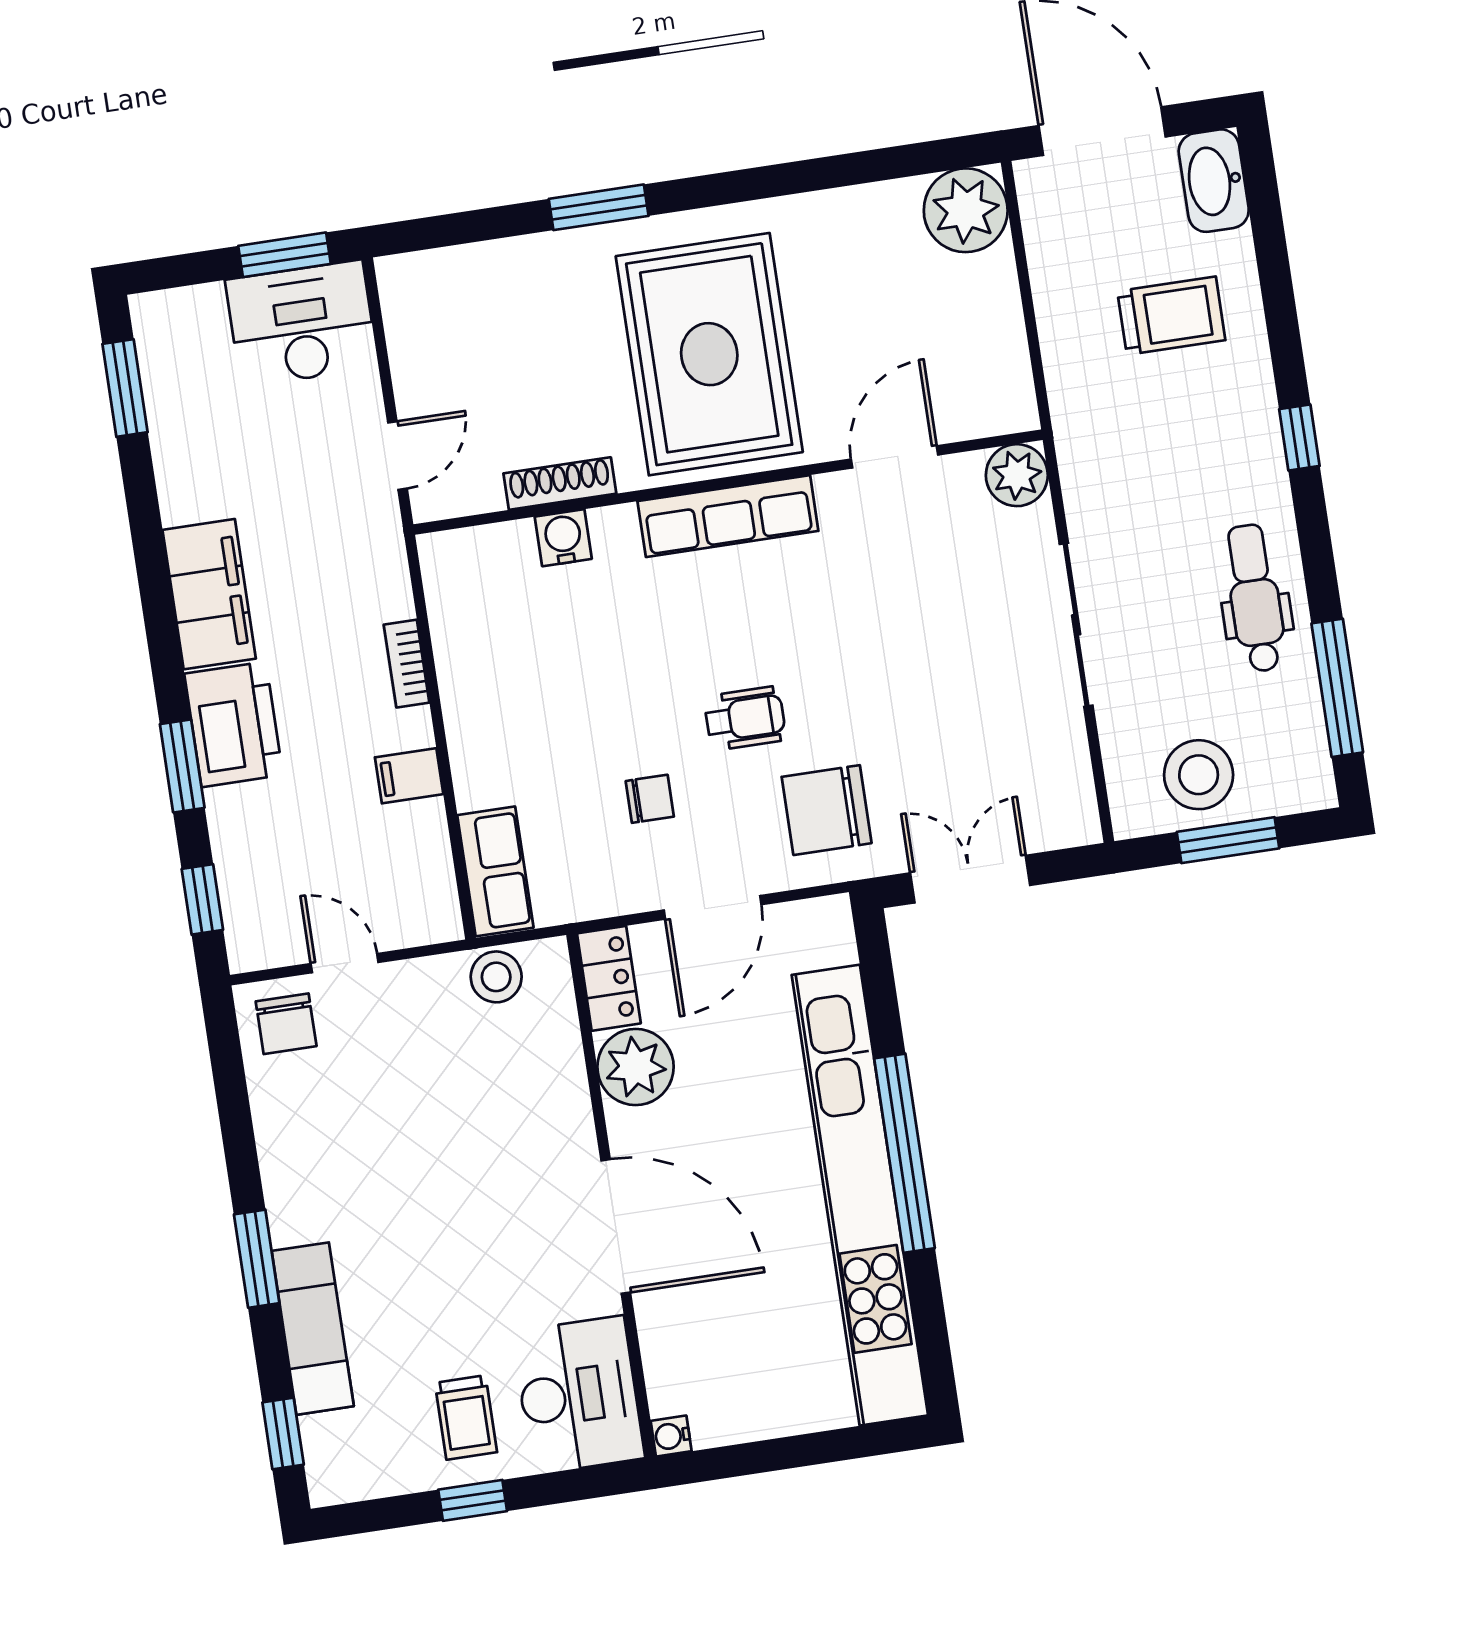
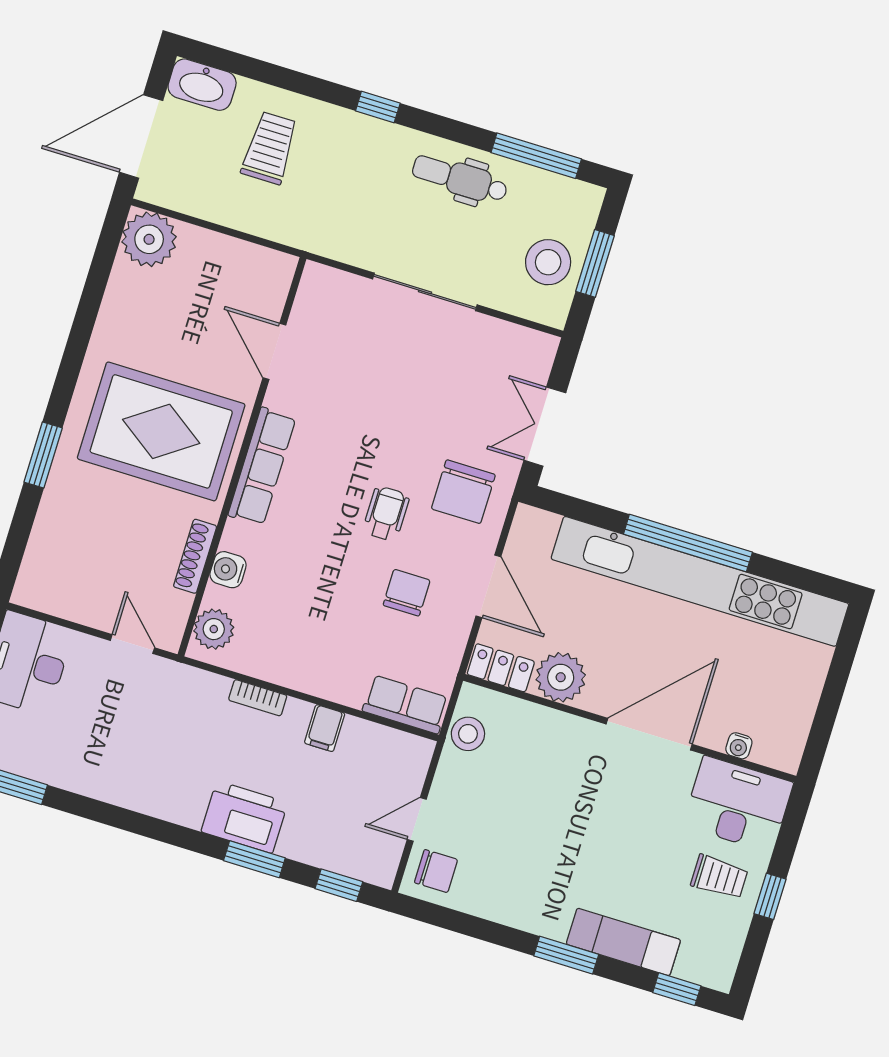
plant: (1017, 475) -> (214, 629), moved
filing cabinet: (209, 594) -> (161, 794), removed
chair: (650, 799) -> (407, 593), width x1.37, depth x1.37
water cooler: (671, 1436) -> (739, 746), moved

